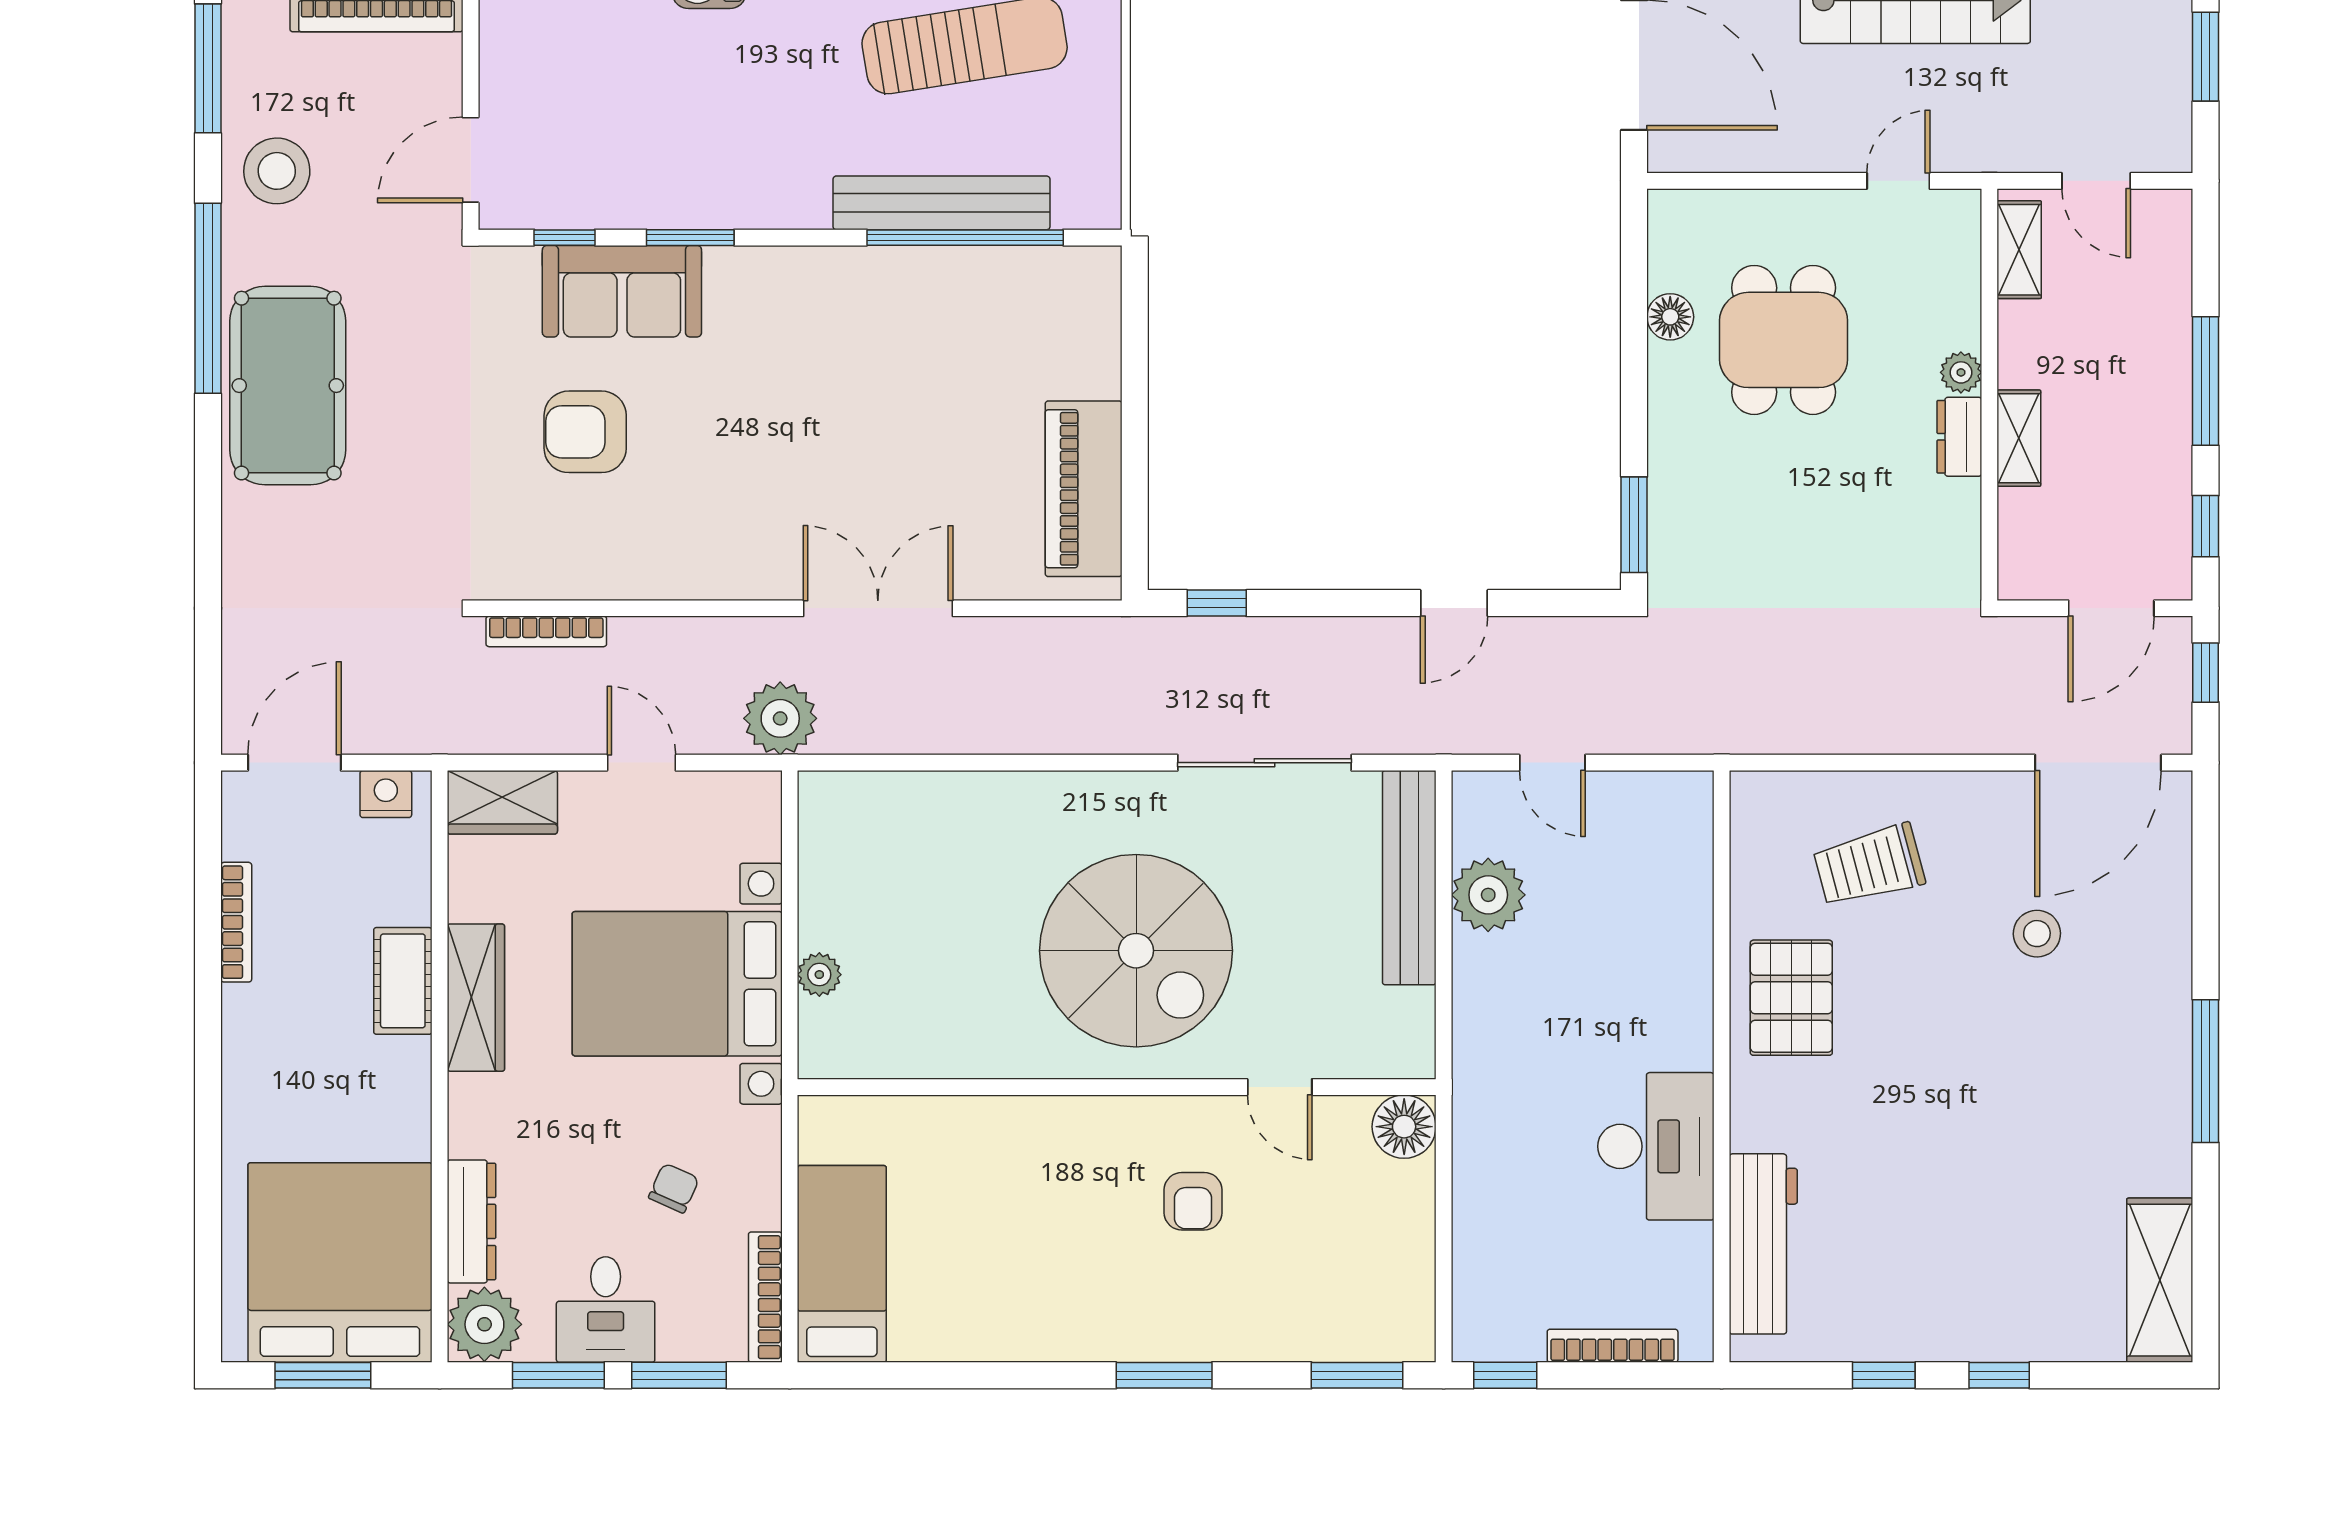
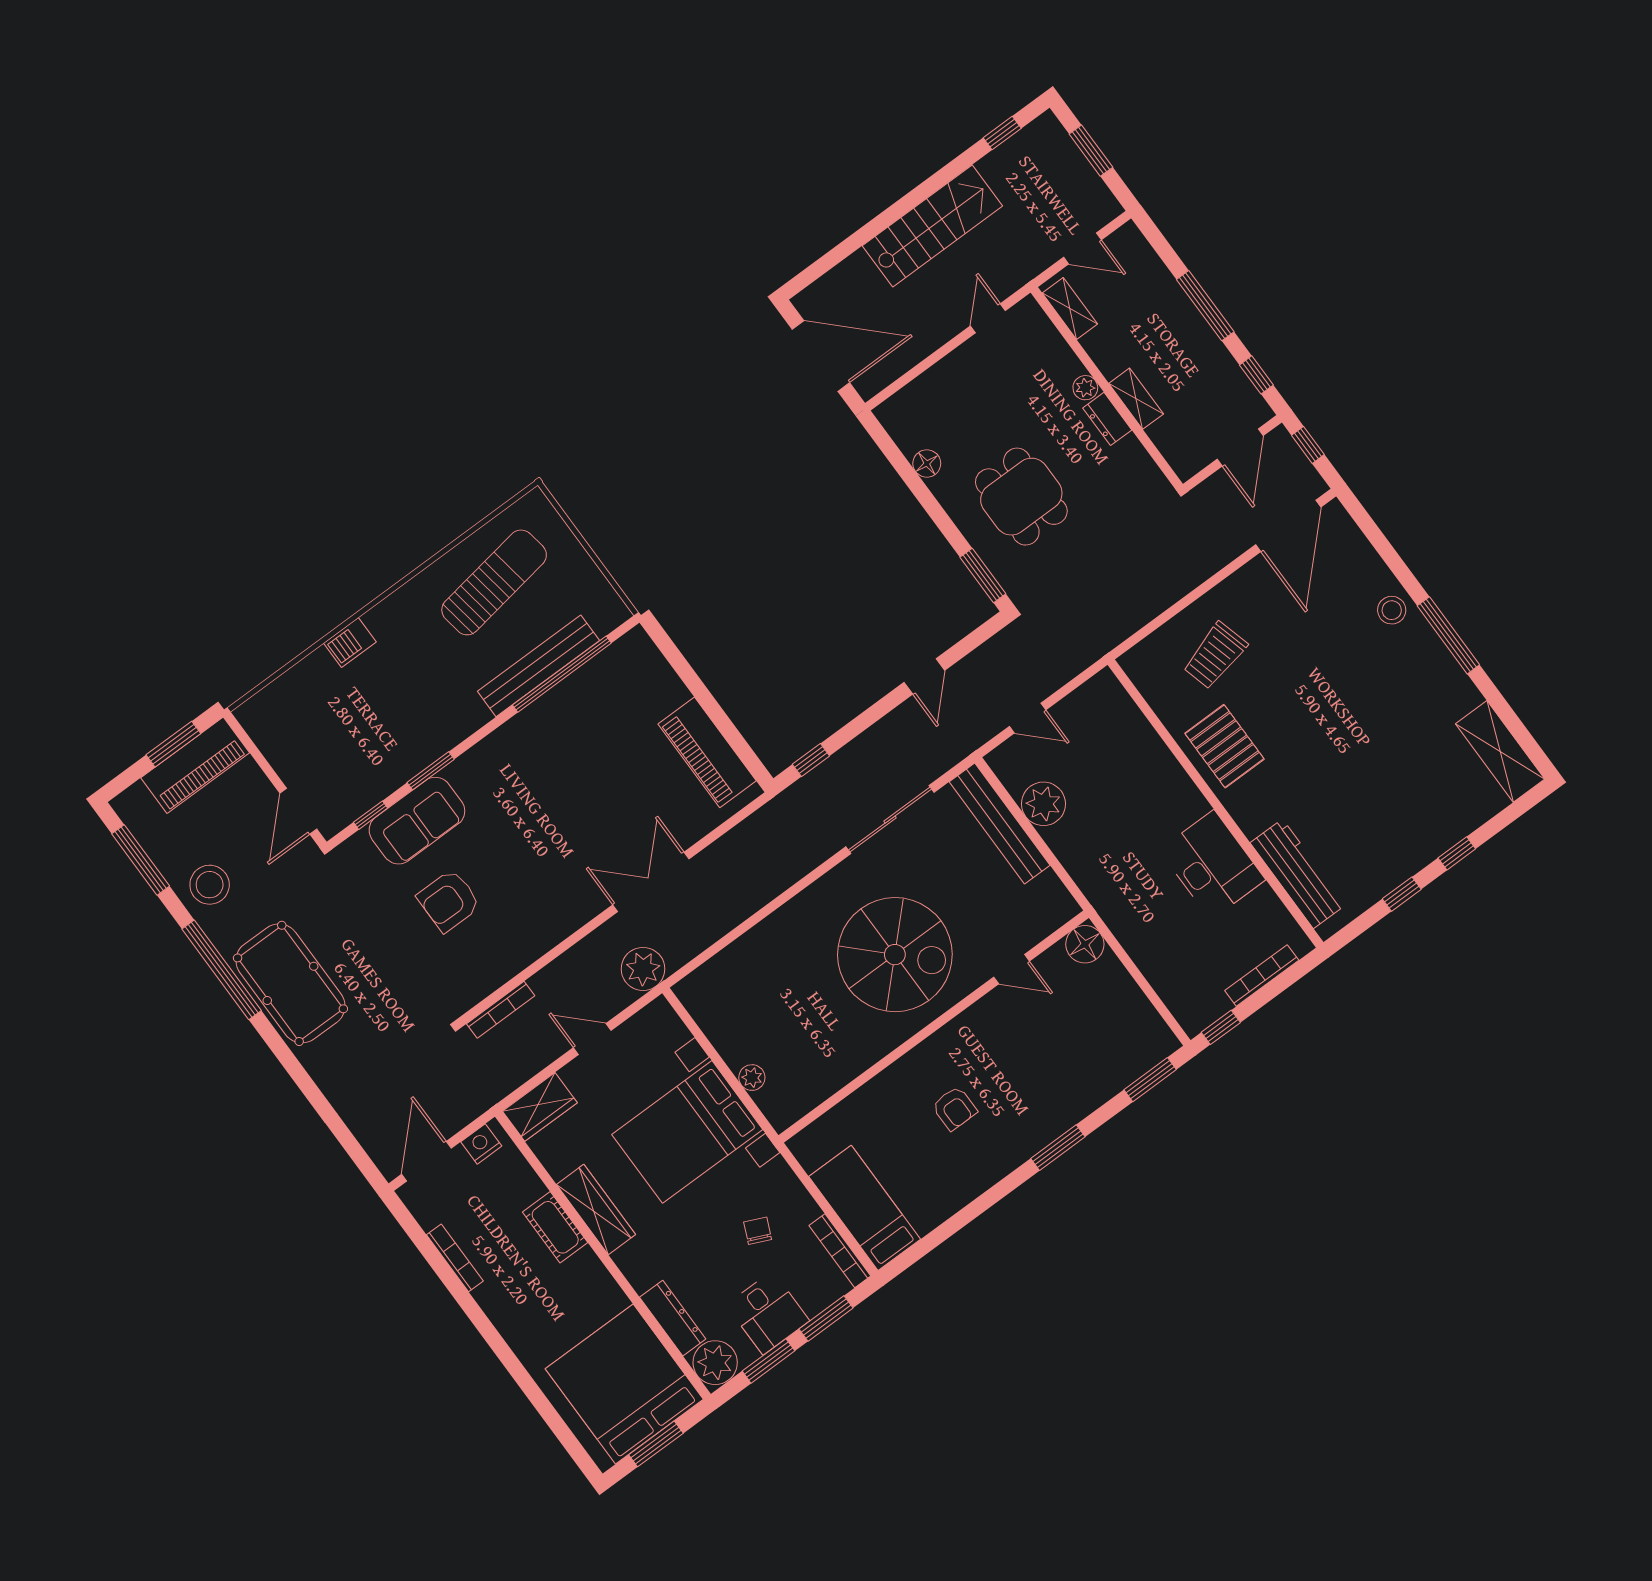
dining table: (1784, 340) -> (1021, 497), moved
stool: (2037, 934) -> (1392, 610), moved
armchair: (1193, 1201) -> (954, 1108), moved

